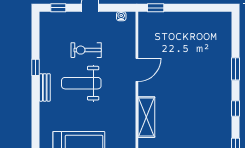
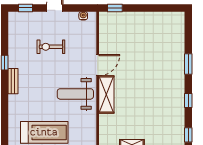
weight bench: (81, 83) -> (75, 94), moved
shelving: (146, 117) -> (106, 94), moved

